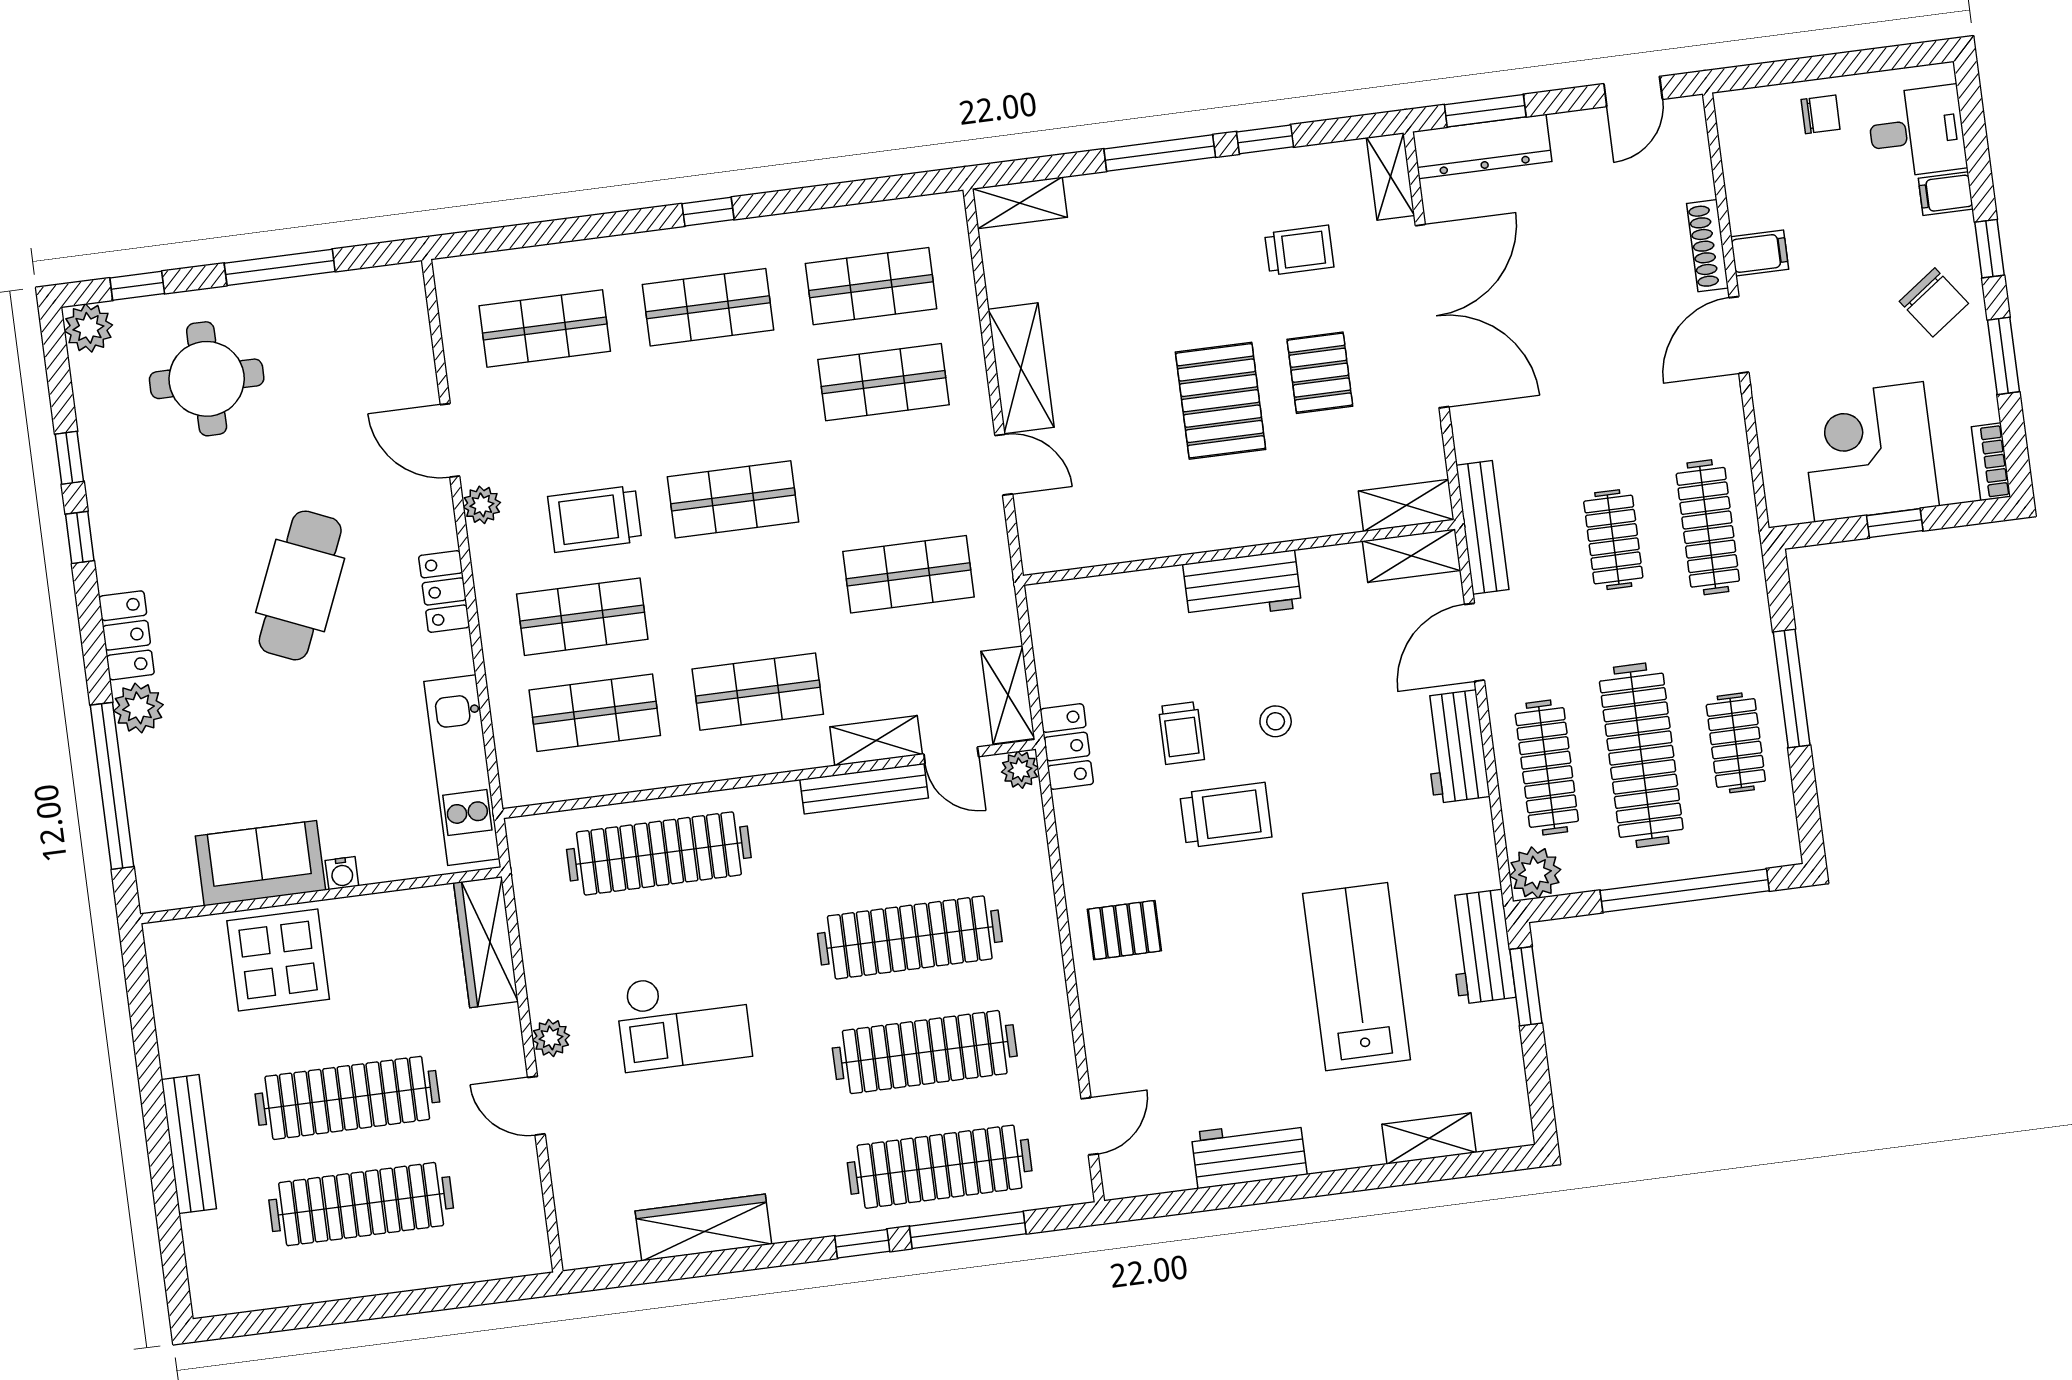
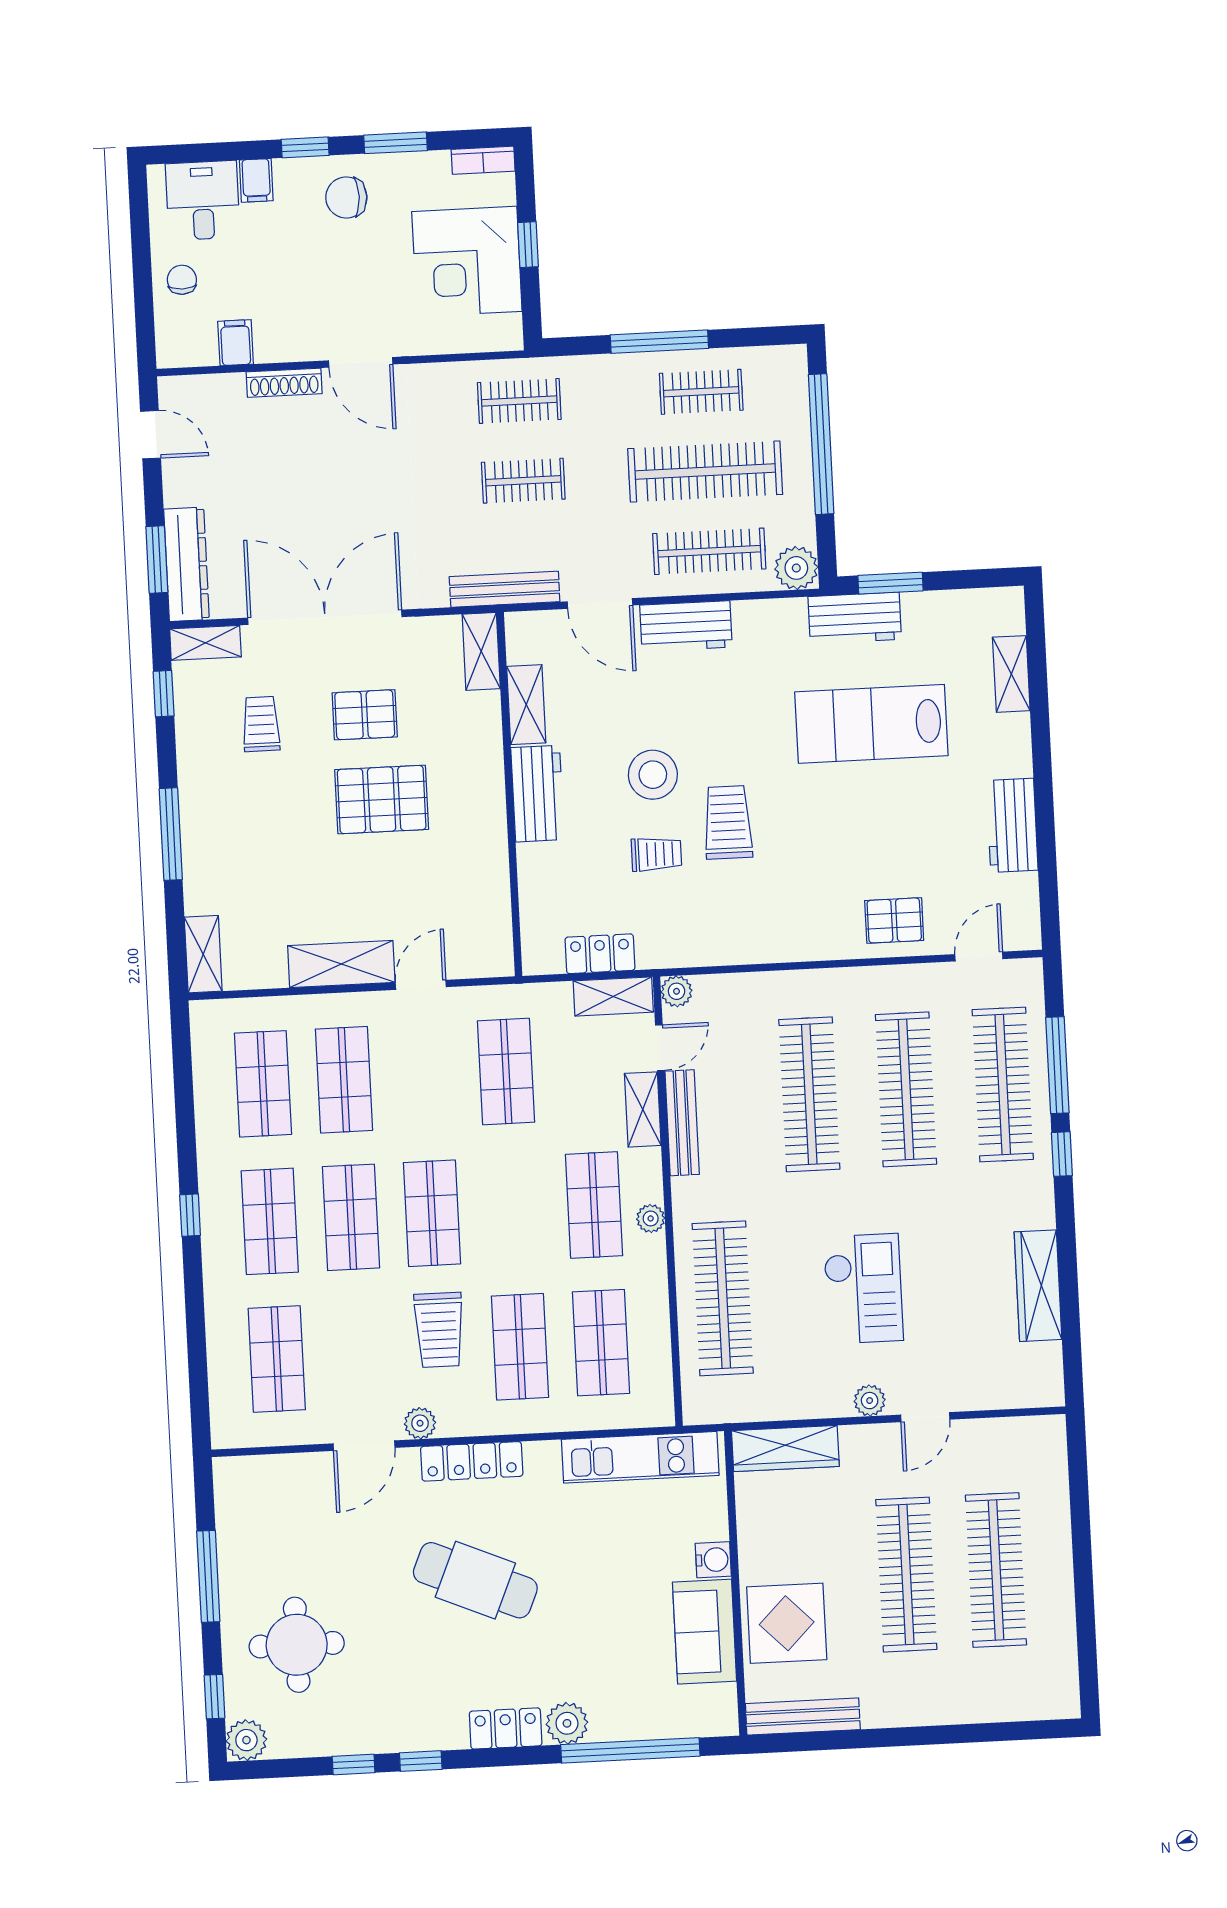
window: (1265, 139) -> (164, 694), moved
filing cabinet: (1760, 253) -> (236, 343), moved
chair: (1934, 302) -> (346, 197), turned -144
shop shelf: (720, 403) -> (351, 1217), added
clothes rail: (1708, 527) -> (519, 401), width x0.73
shelving: (1411, 556) -> (526, 705), moved
locker: (444, 591) -> (472, 1461), width x1.53
stool: (1276, 721) -> (653, 775), width x1.89, depth x1.89
locker: (1067, 747) -> (600, 954), moved
plant: (747, 760) -> (651, 1218), added
water cooler: (342, 873) -> (713, 1560), width x1.38, depth x1.38
pallet: (1124, 930) -> (894, 920), moved, turned 90
door: (1090, 1126) -> (979, 957), hinge flipped
bench: (189, 1144) -> (803, 1717), moved

